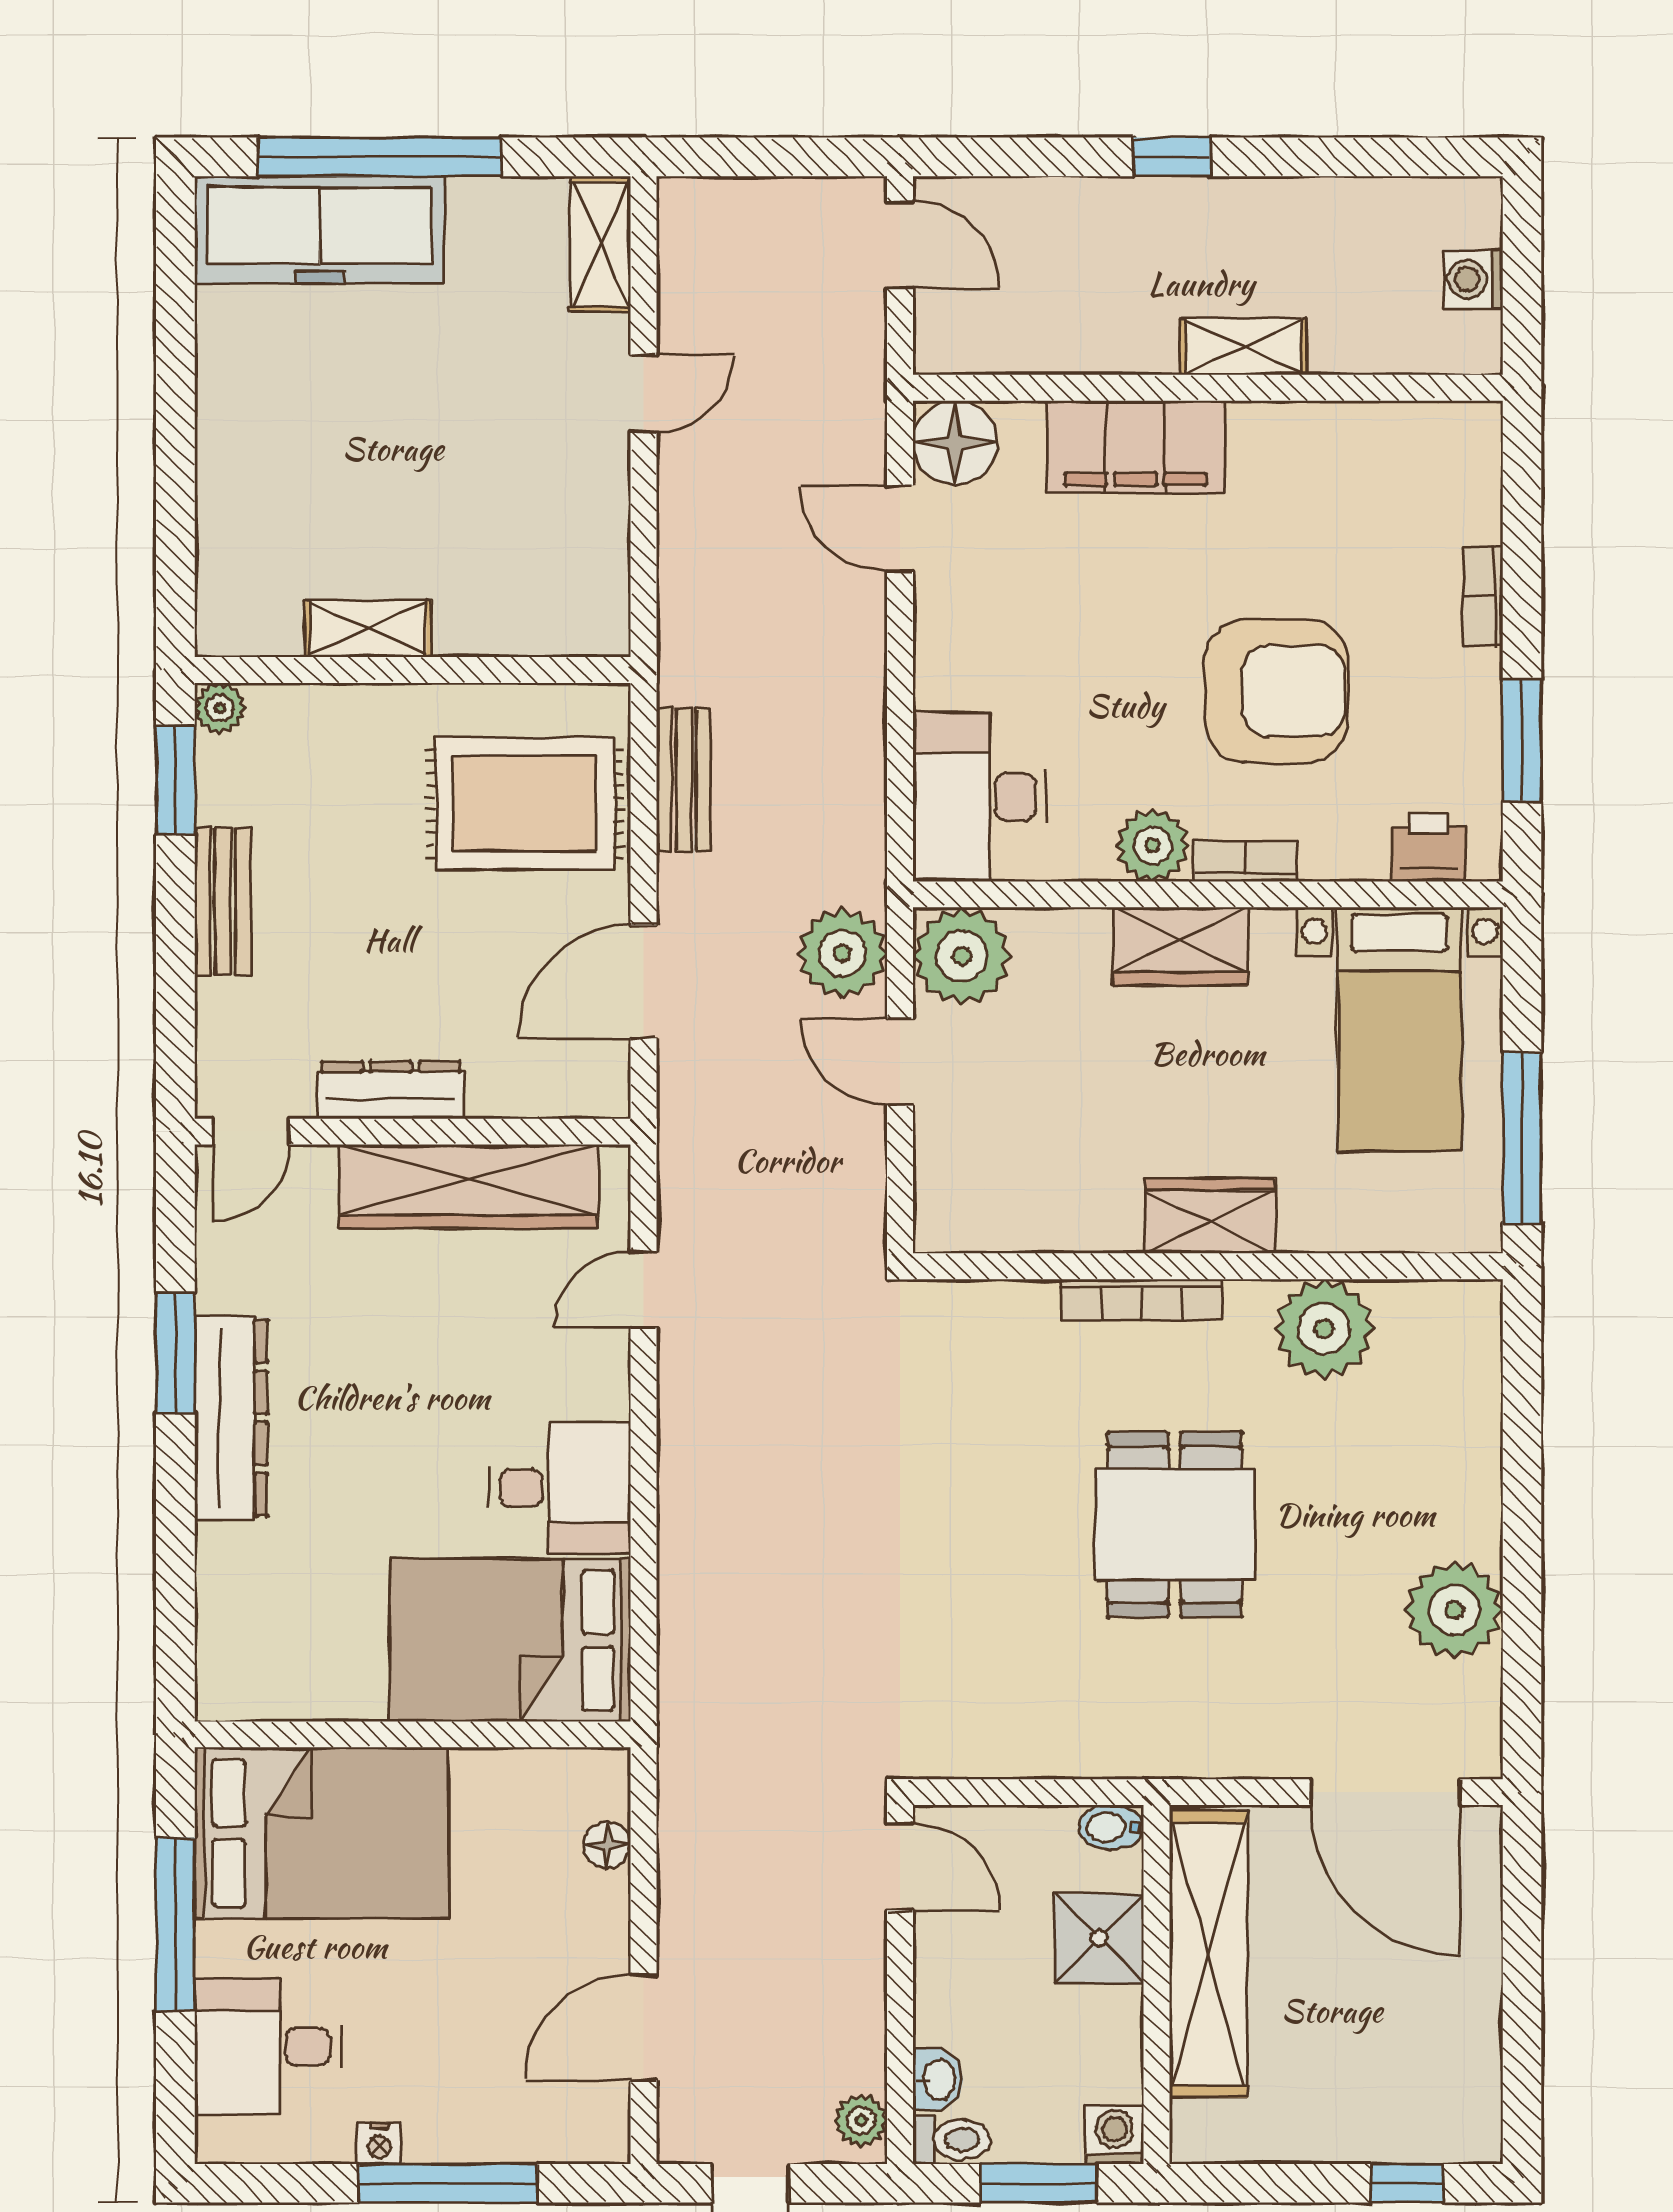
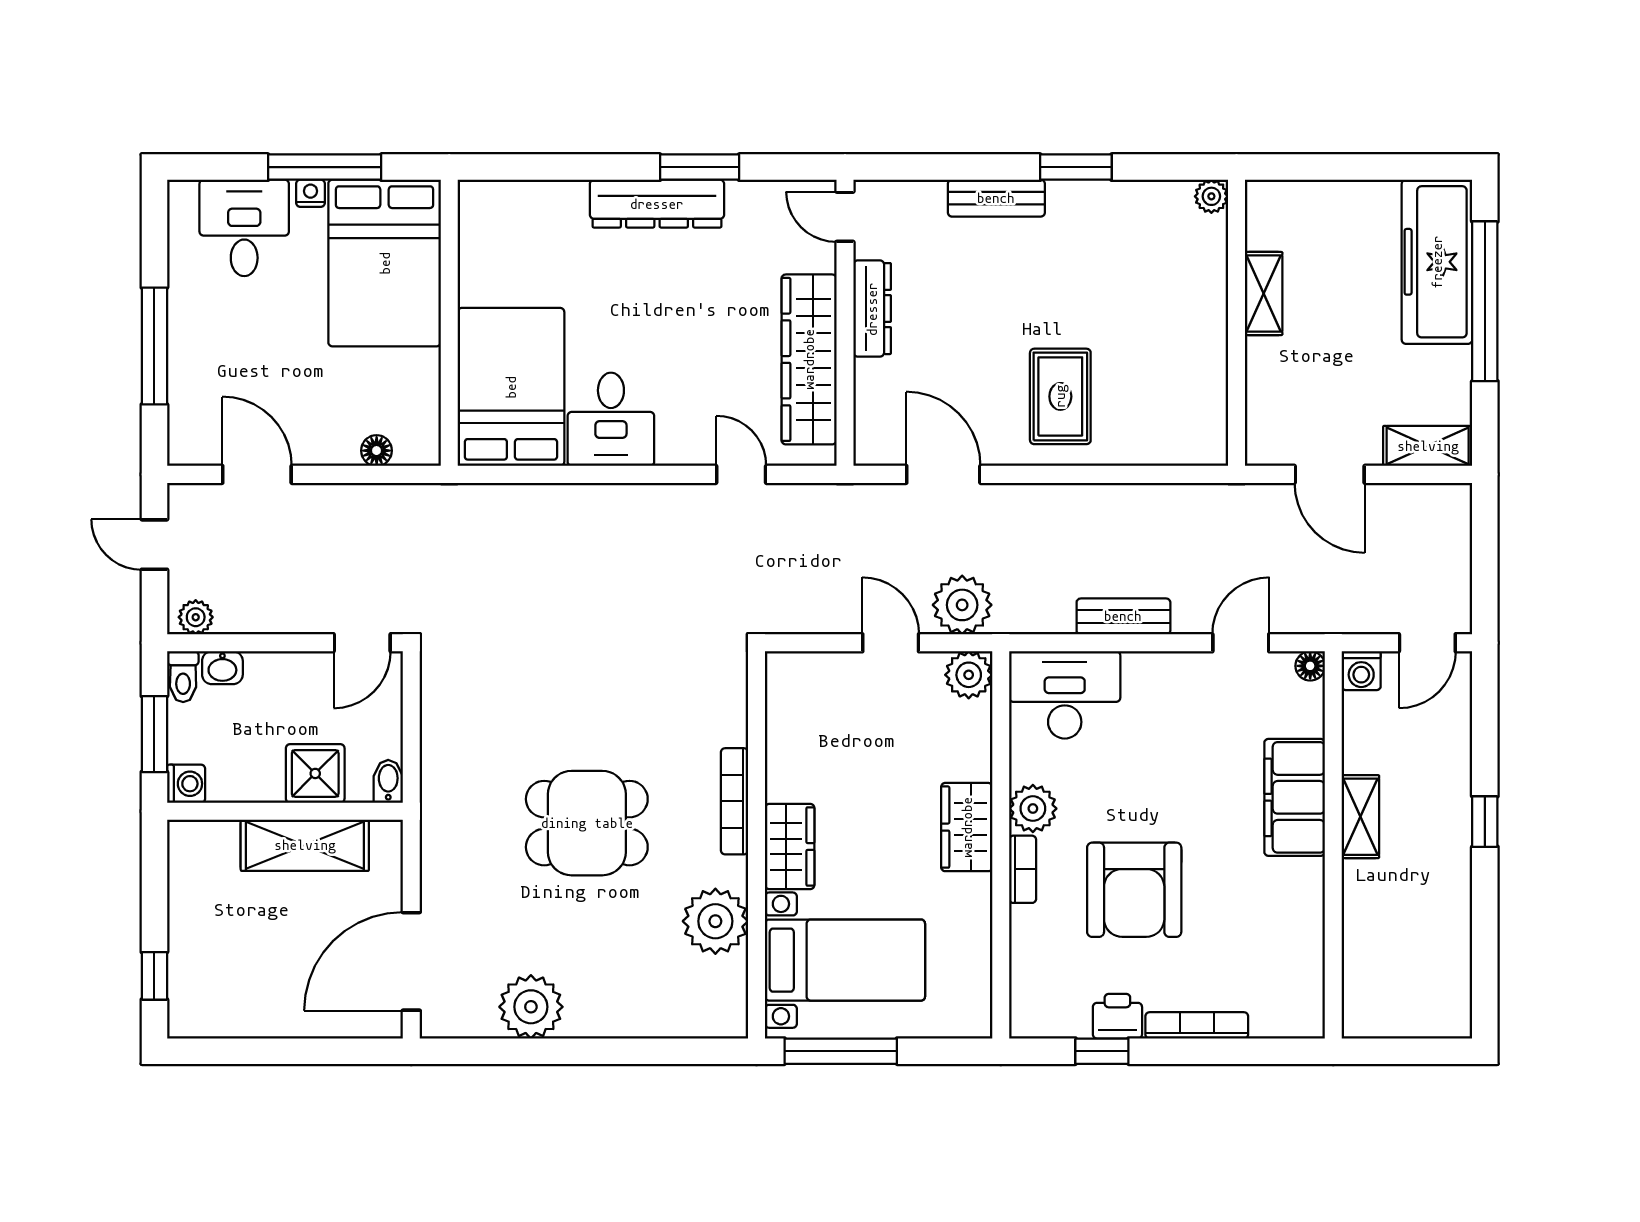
washing machine: (1473, 279) -> (1361, 671), moved, turned 180
shelving: (1243, 347) -> (1360, 817), moved
door: (644, 393) -> (1330, 474), width x1.37
floor lamp: (955, 443) -> (1310, 666), width x0.53, depth x0.53
bookcase: (1483, 596) -> (1197, 1025), width x1.56
shelving: (368, 629) -> (1264, 294), moved
wall: (413, 670) -> (1236, 323), moved
plant: (220, 708) -> (1211, 196), moved
window: (1522, 740) -> (1102, 1051), width x0.67
bench: (684, 779) -> (1123, 616), moved
rug: (525, 804) -> (1060, 396), width x0.73, depth x0.70
printer: (1428, 848) -> (1117, 1016), moved, turned -90
plant: (962, 956) -> (969, 675), width x0.73, depth x0.73
bed with nightstands: (1400, 1029) -> (845, 960), moved, turned 180
door: (900, 1062) -> (891, 643), hinge flipped
shelving: (1208, 1954) -> (305, 845), width x0.68
nightstand: (379, 2143) -> (311, 193), moved, turned 90

